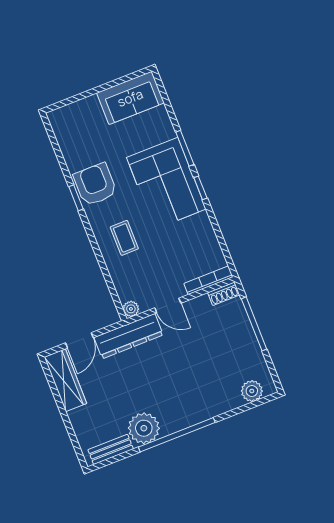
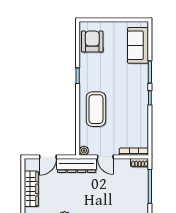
sofa: (130, 98) -> (138, 45), moved, turned 90
corner sofa: (166, 183) -> (132, 88), removed
armchair: (95, 184) -> (92, 42), moved
coffee table: (124, 238) -> (96, 109), width x1.86, depth x1.72
wardrobe: (65, 380) -> (31, 189), moved

